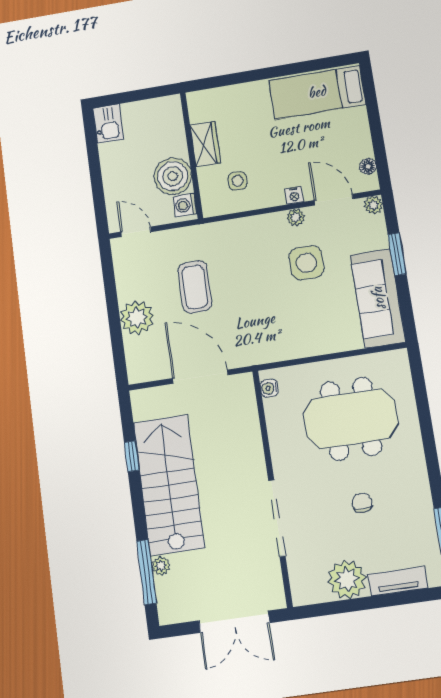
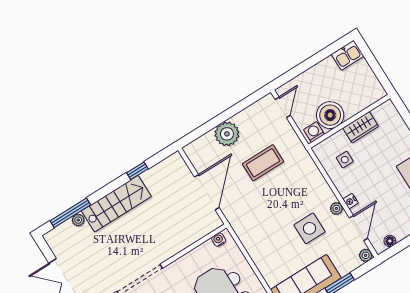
stairs: (169, 485) -> (116, 204), width x0.73, depth x0.66

